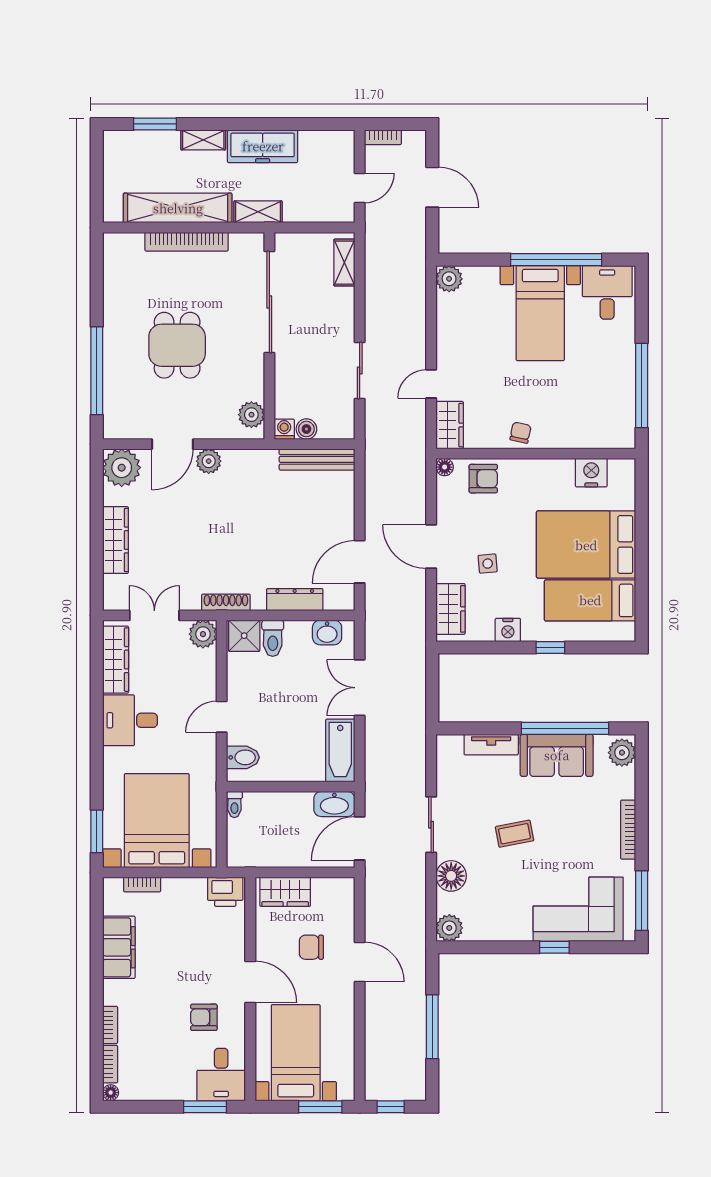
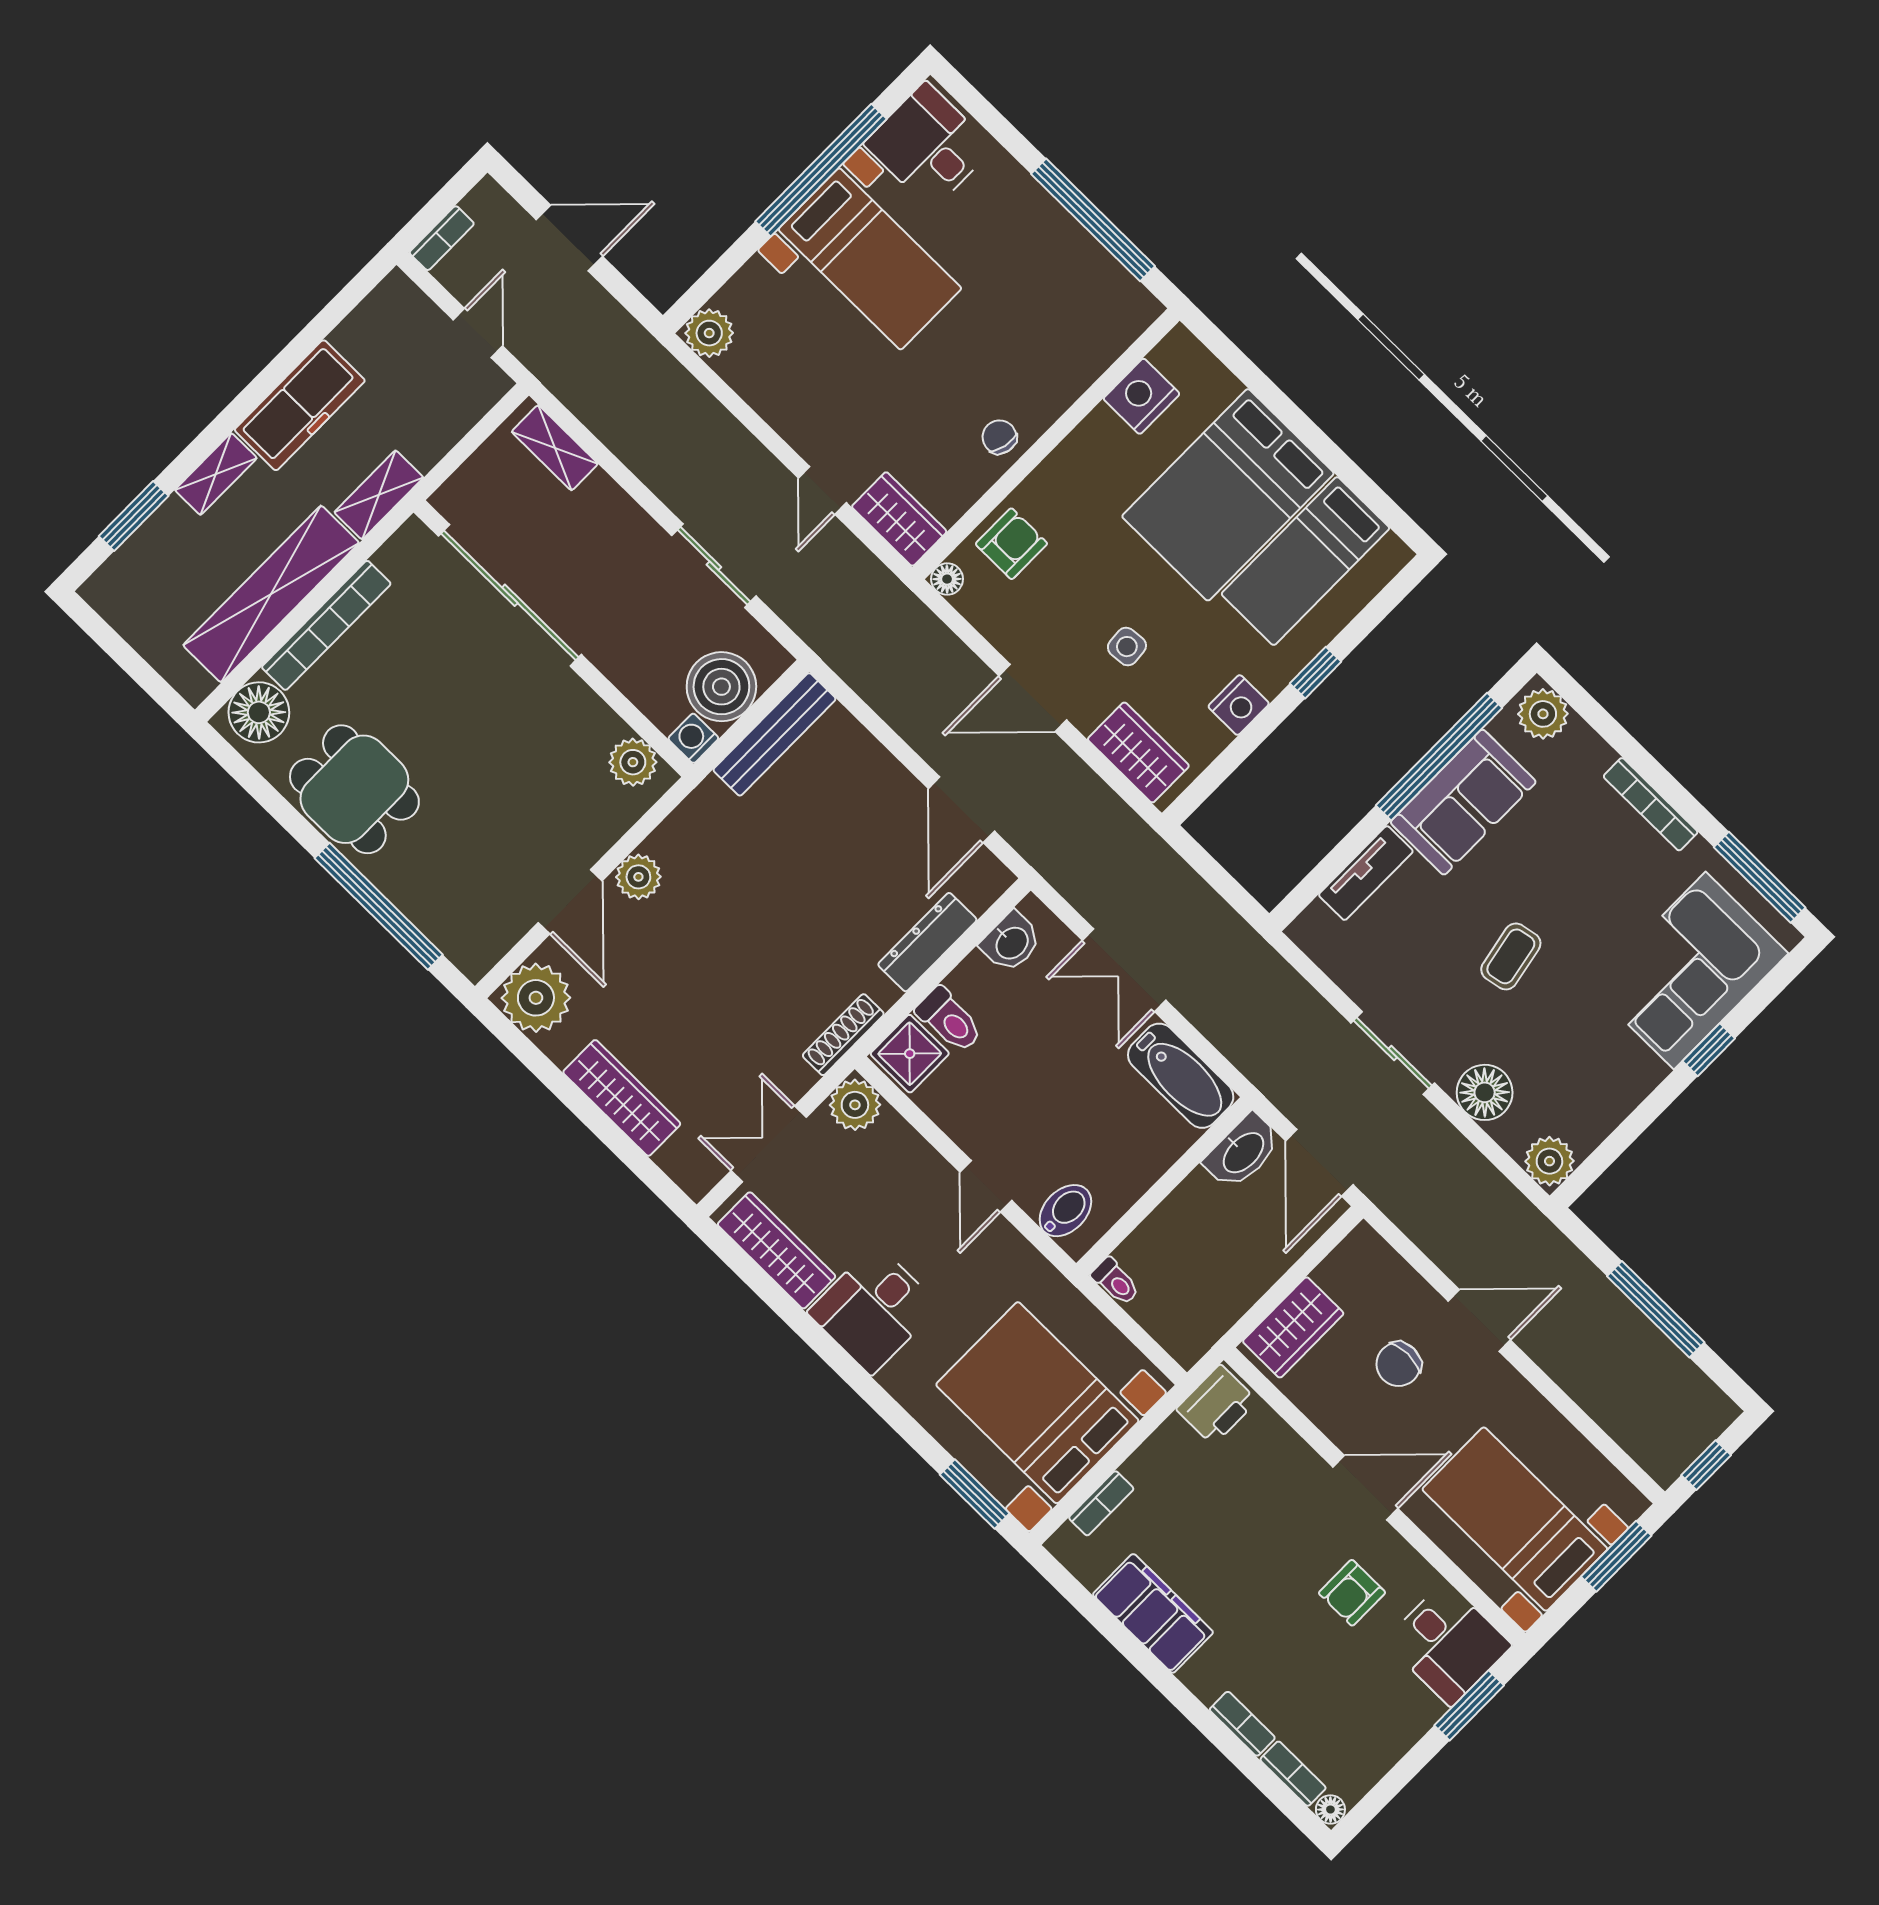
floor lamp: (126, 249) -> (259, 712), added
dining table: (177, 345) -> (354, 789), moved
boiler: (306, 429) -> (721, 687), width x1.86, depth x1.86

